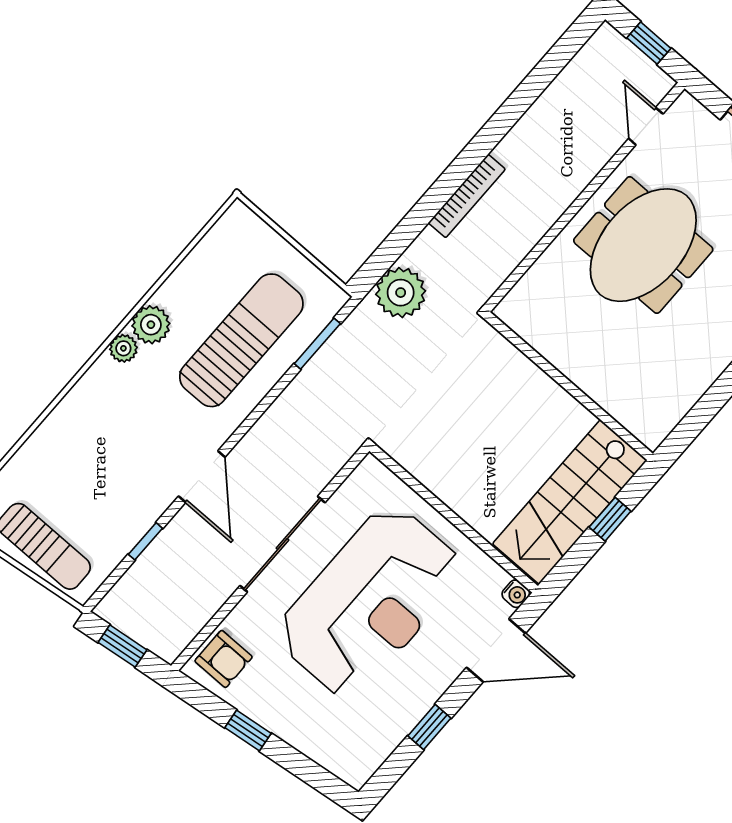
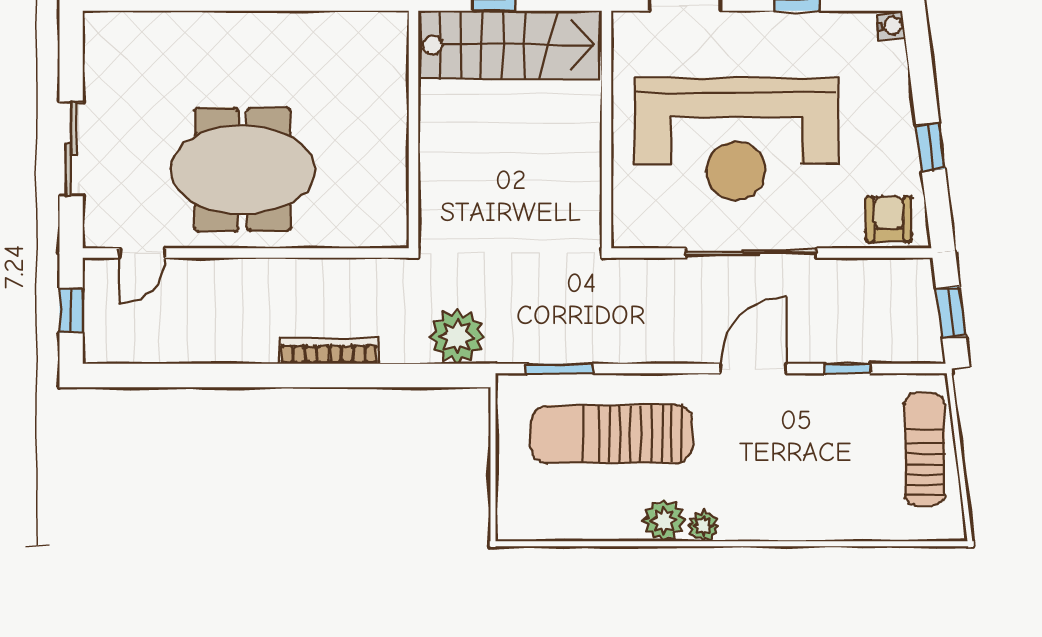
water cooler: (516, 594) -> (891, 26), moved, turned 83
reception desk: (370, 602) -> (736, 139), turned 180

